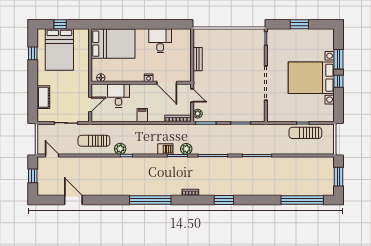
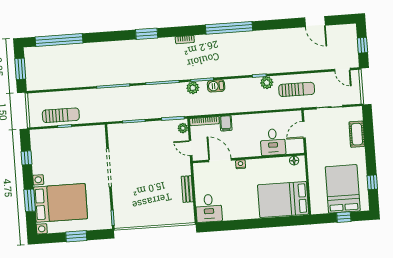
desk: (160, 41) -> (209, 208), moved
bed with nightstands: (311, 78) -> (61, 203), moved
window: (339, 81) -> (27, 158), moved
filing cabinet: (142, 115) -> (226, 123), moved

